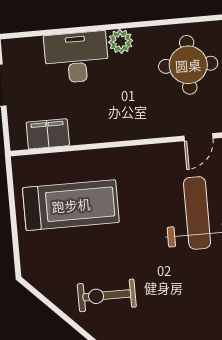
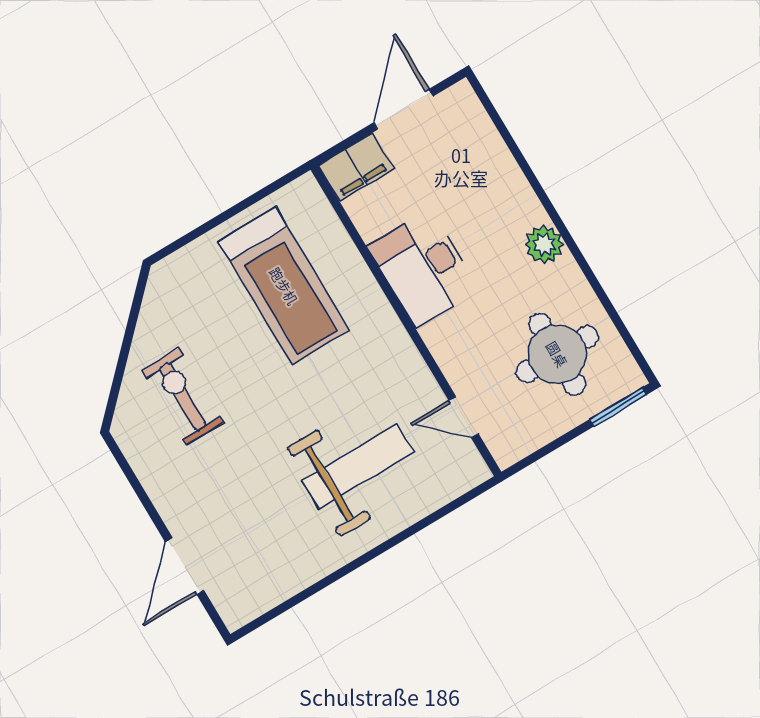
desk: (76, 57) -> (423, 268), moved, turned 180
filing cabinet: (48, 134) -> (356, 167), moved, turned 90

